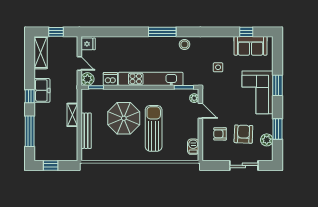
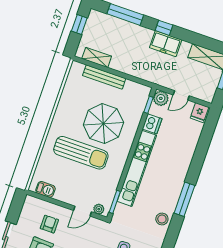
shelving: (72, 115) -> (97, 57), moved

